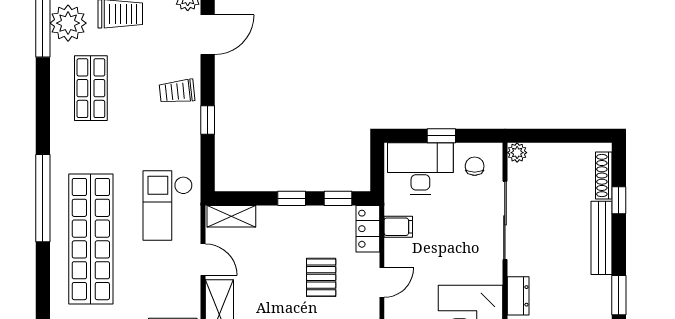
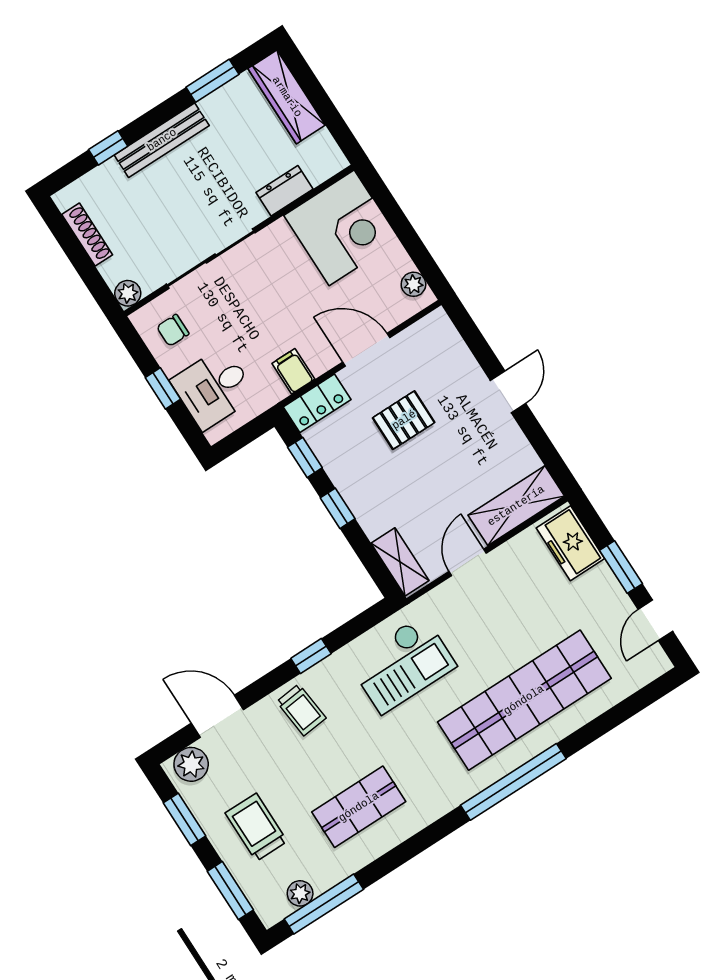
plant: (68, 23) -> (300, 893), width x0.53, depth x0.53
desk: (420, 168) -> (214, 388), width x0.73
shoe rack: (604, 176) -> (87, 235), moved, turned -90
checkout: (168, 206) -> (402, 664), moved
door: (382, 282) -> (366, 350), width x1.38

